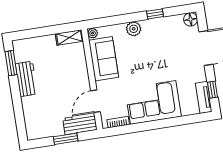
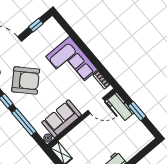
window: (123, 19) -> (24, 122), added
plant: (134, 29) -> (26, 110), removed
armchair: (164, 46) -> (26, 80), added
tv unit: (204, 97) -> (46, 28), removed

